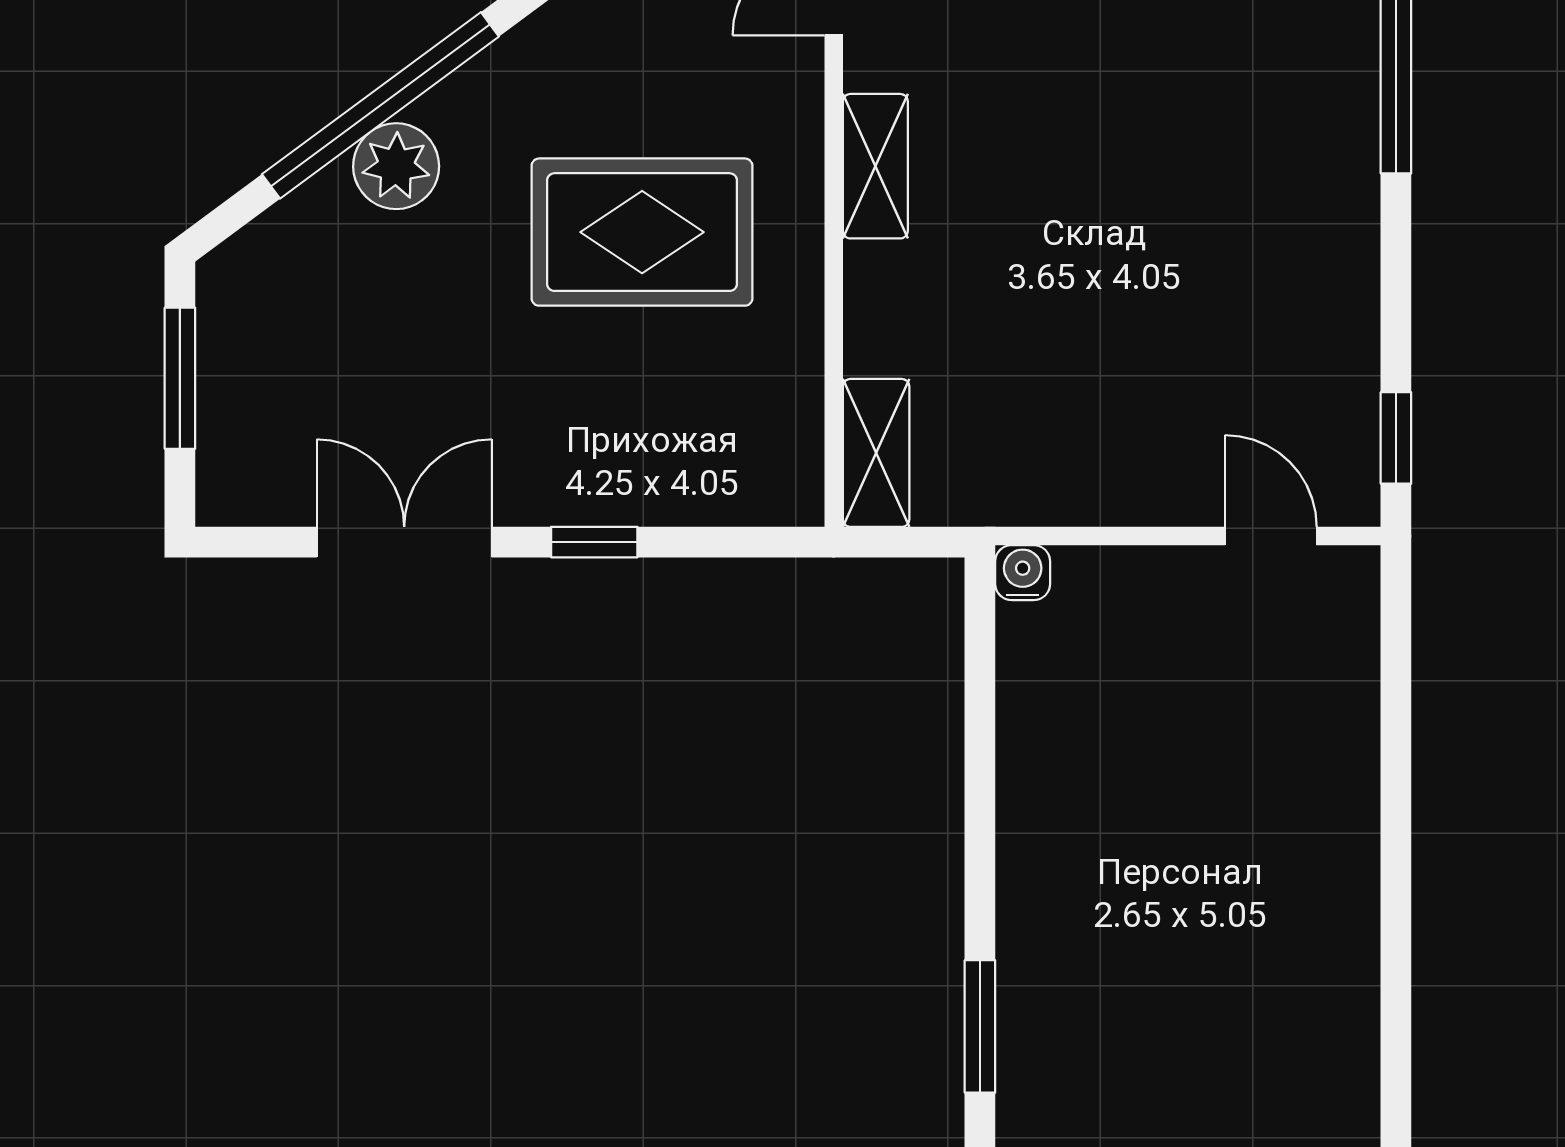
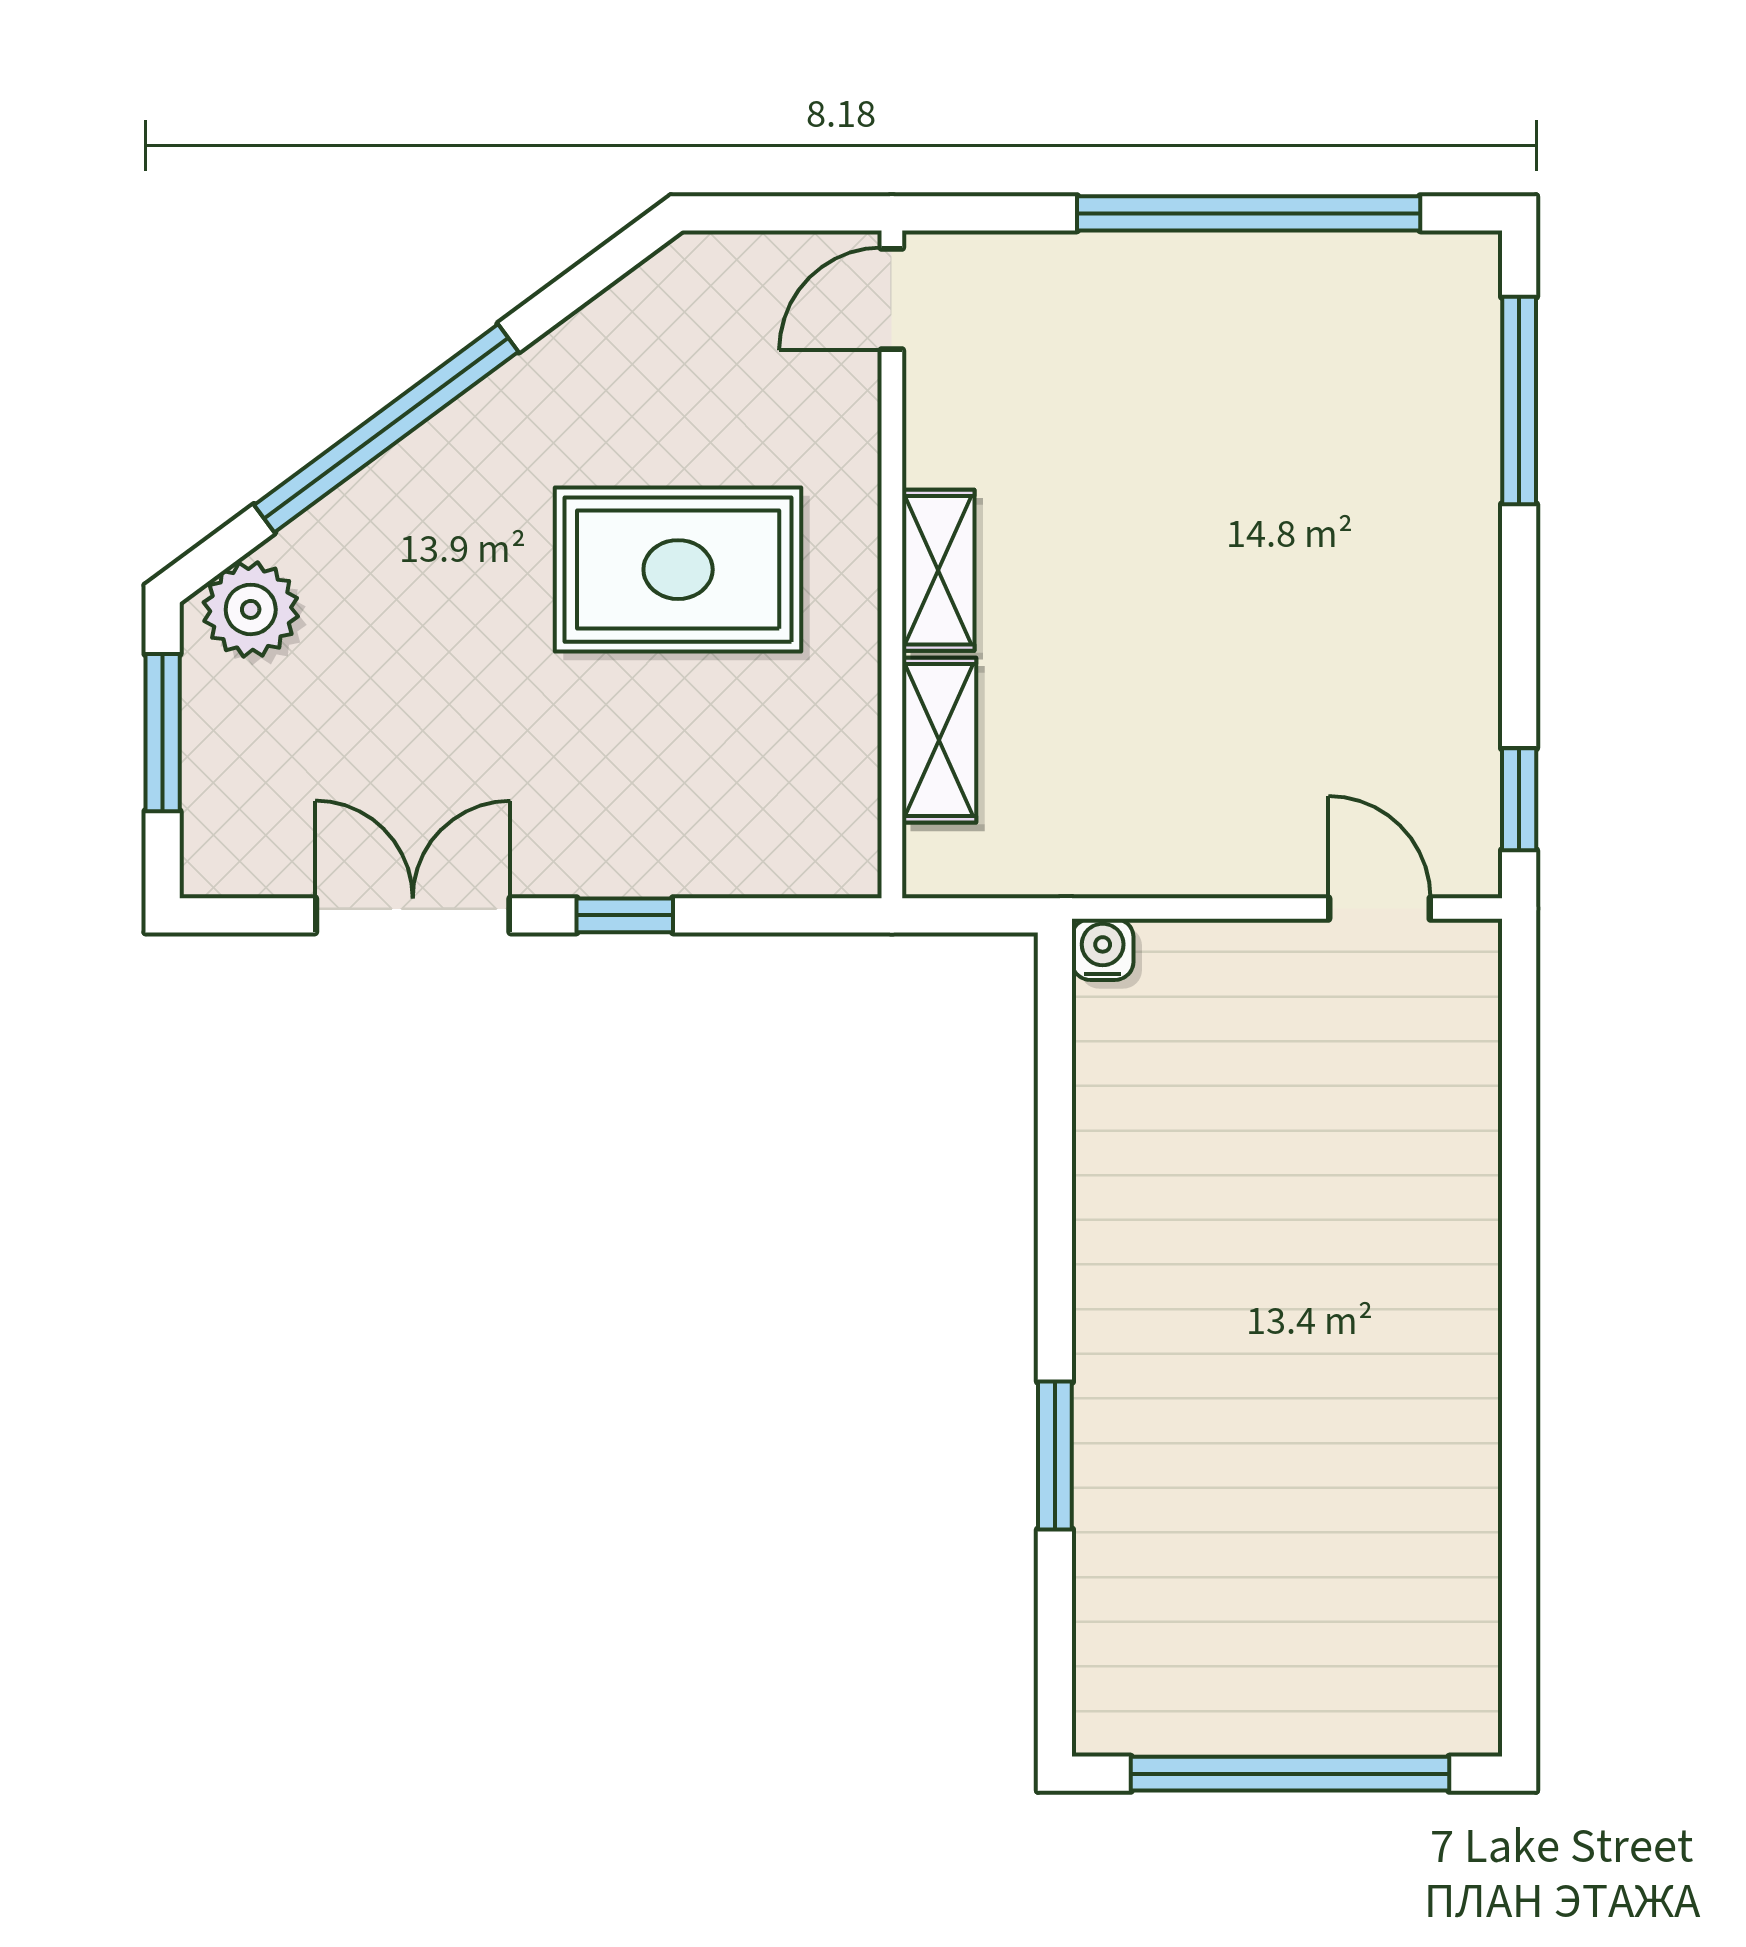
plant: (396, 166) -> (251, 609), moved
shelving: (875, 166) -> (938, 570), moved
shelving: (876, 453) -> (939, 740), moved

